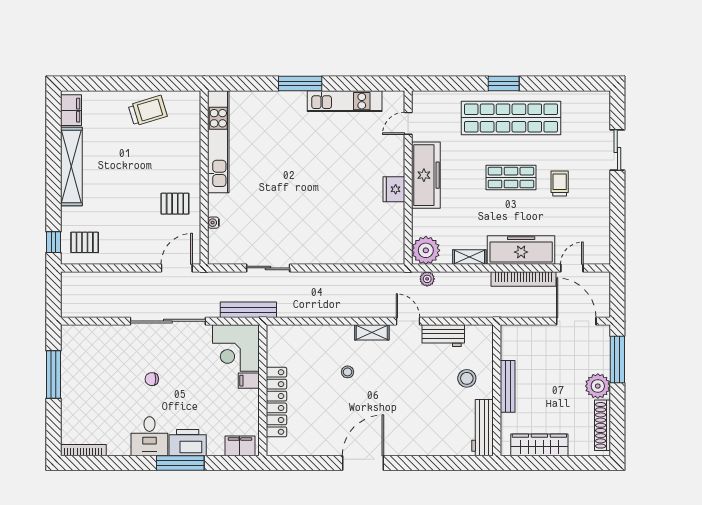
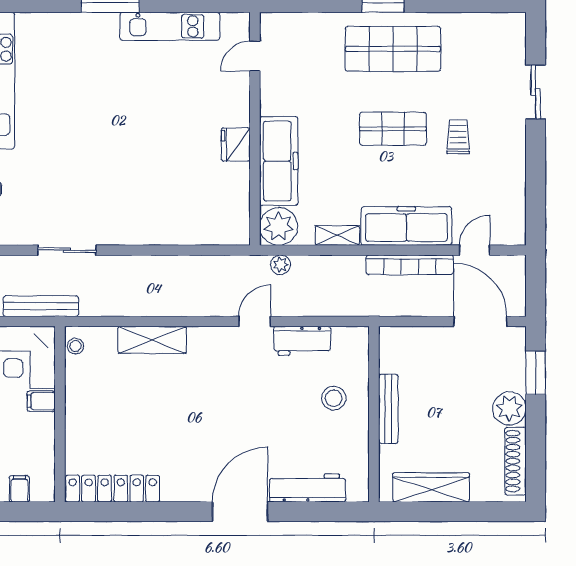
shop shelf: (511, 118) -> (393, 49), width x0.71
freezer: (426, 175) -> (279, 161), moved
door: (408, 321) -> (255, 321), hinge flipped
shelving: (372, 332) -> (152, 340), moved, width x1.50, depth x1.33
window: (617, 360) -> (536, 373), width x0.69
stool: (348, 372) -> (75, 346), moved
locker: (276, 402) -> (113, 489), moved, turned -90
workbench: (483, 428) -> (307, 488), moved, turned 90
filing cabinet: (240, 446) -> (19, 489), width x0.50
door: (363, 463) -> (240, 512), moved

